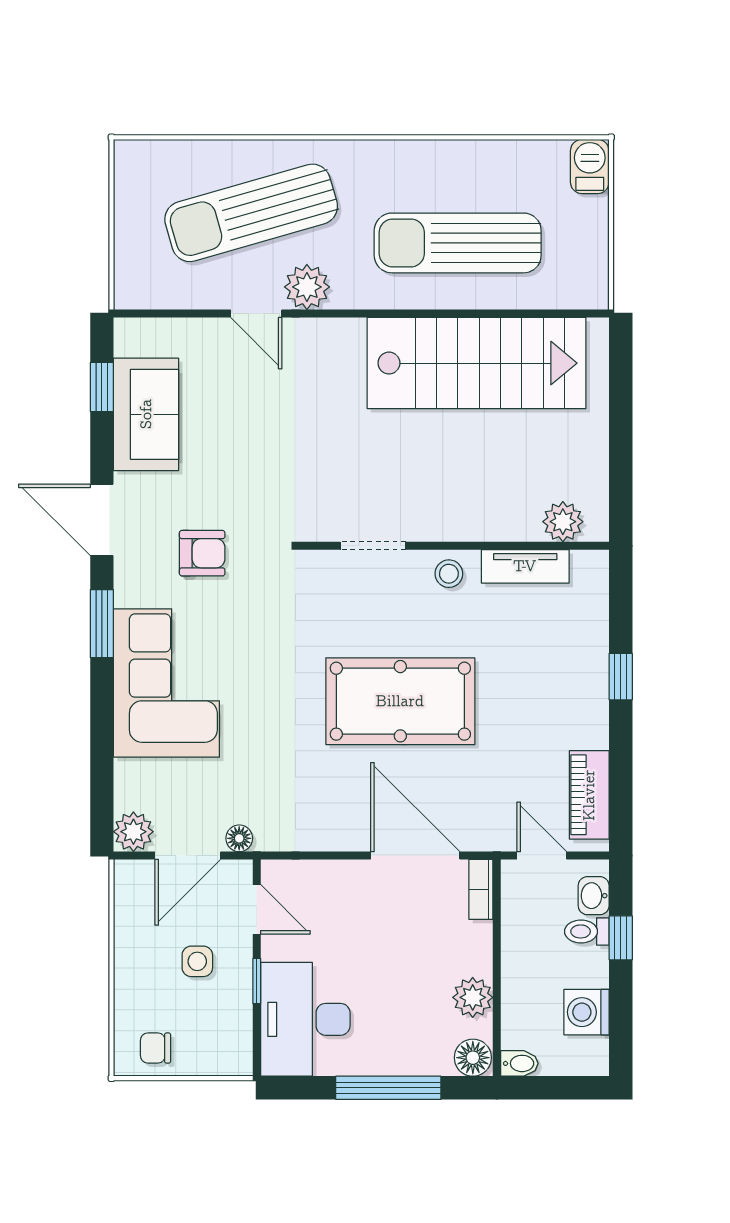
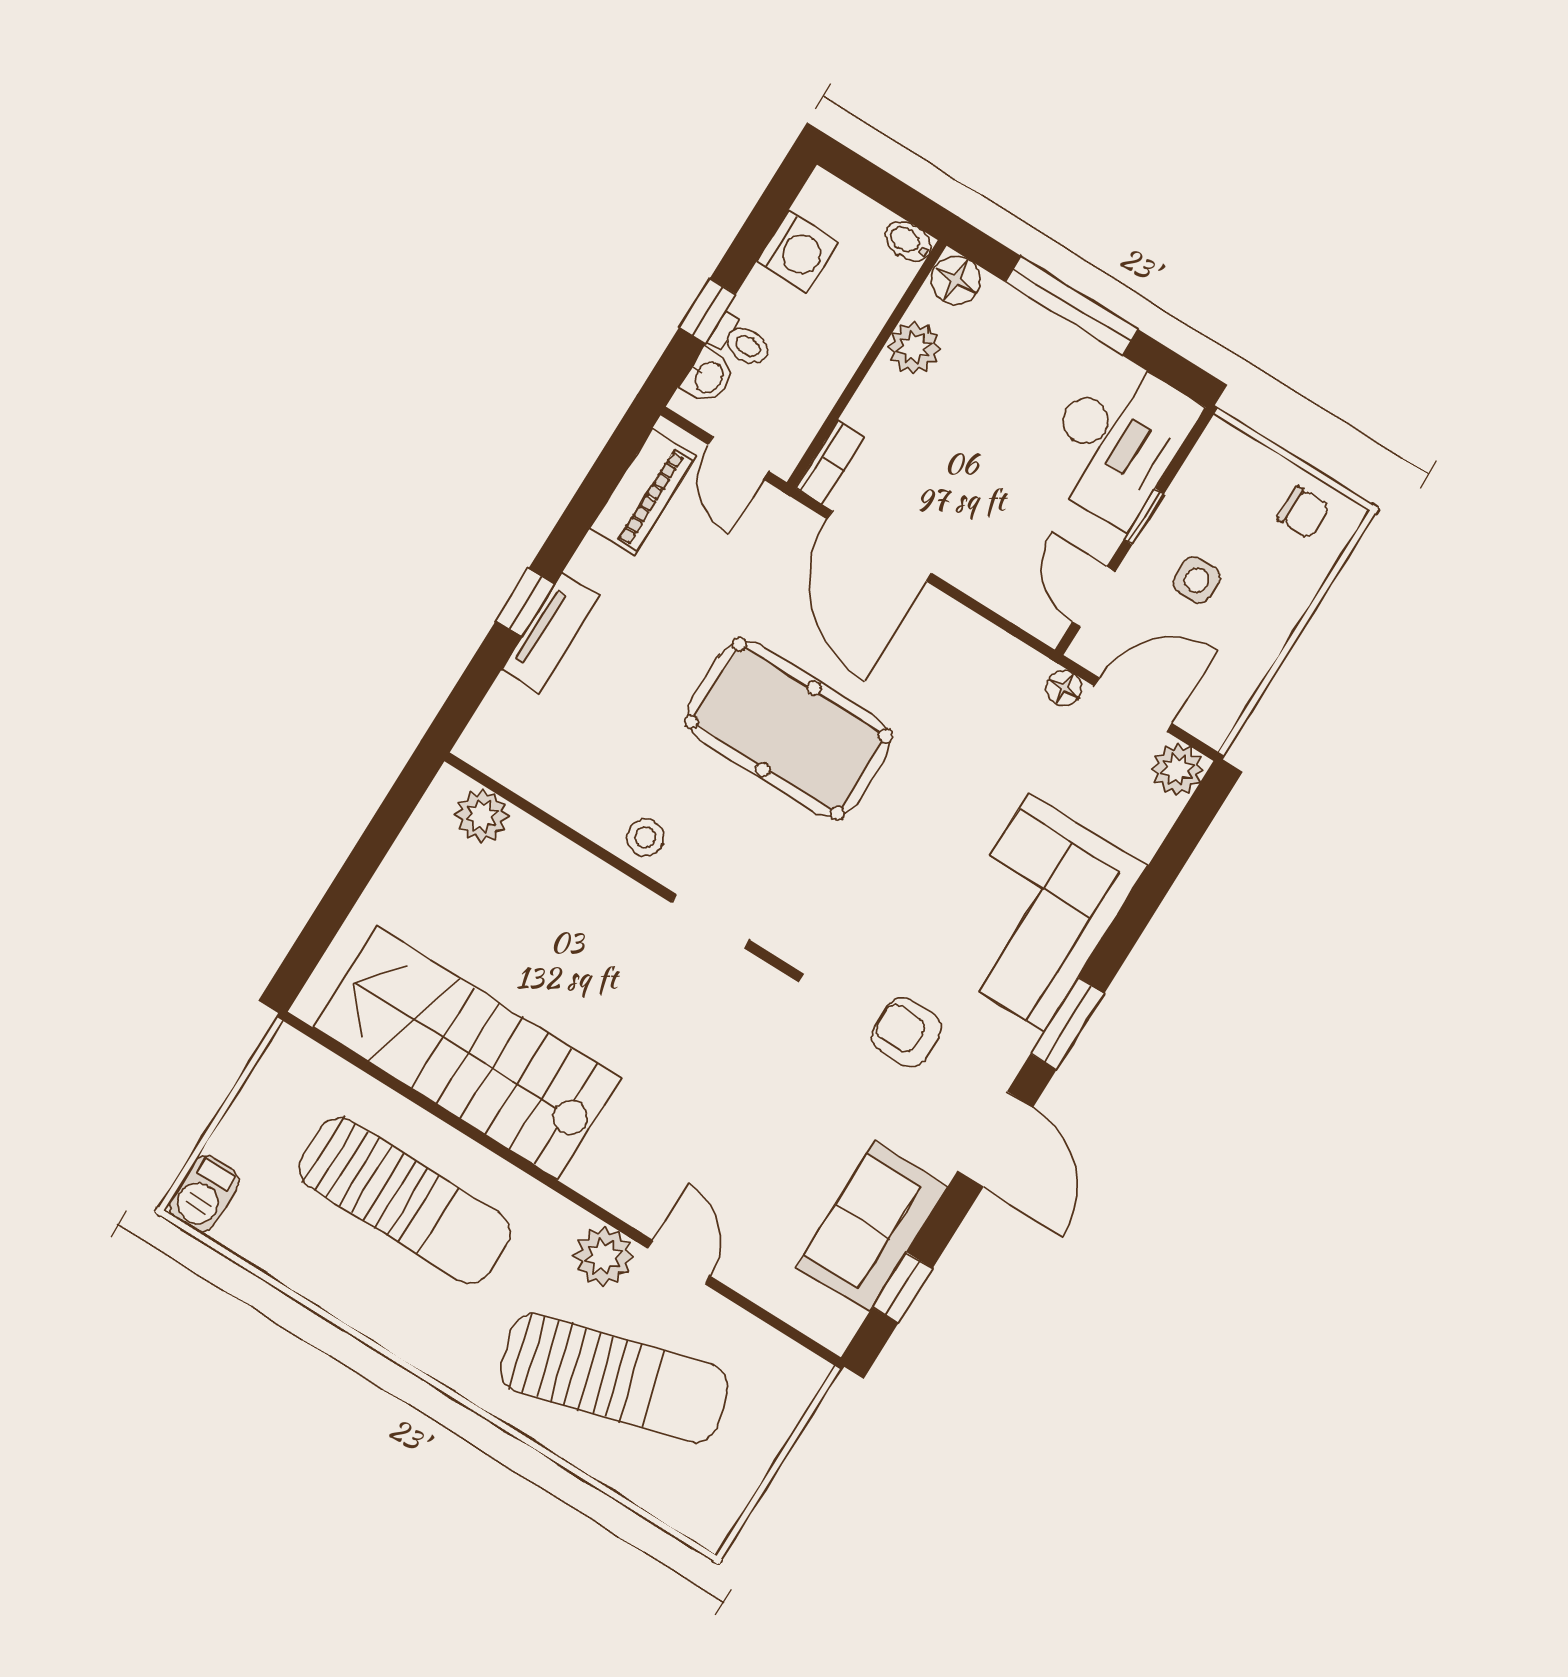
tv unit: (525, 566) -> (550, 633), moved, turned 90

